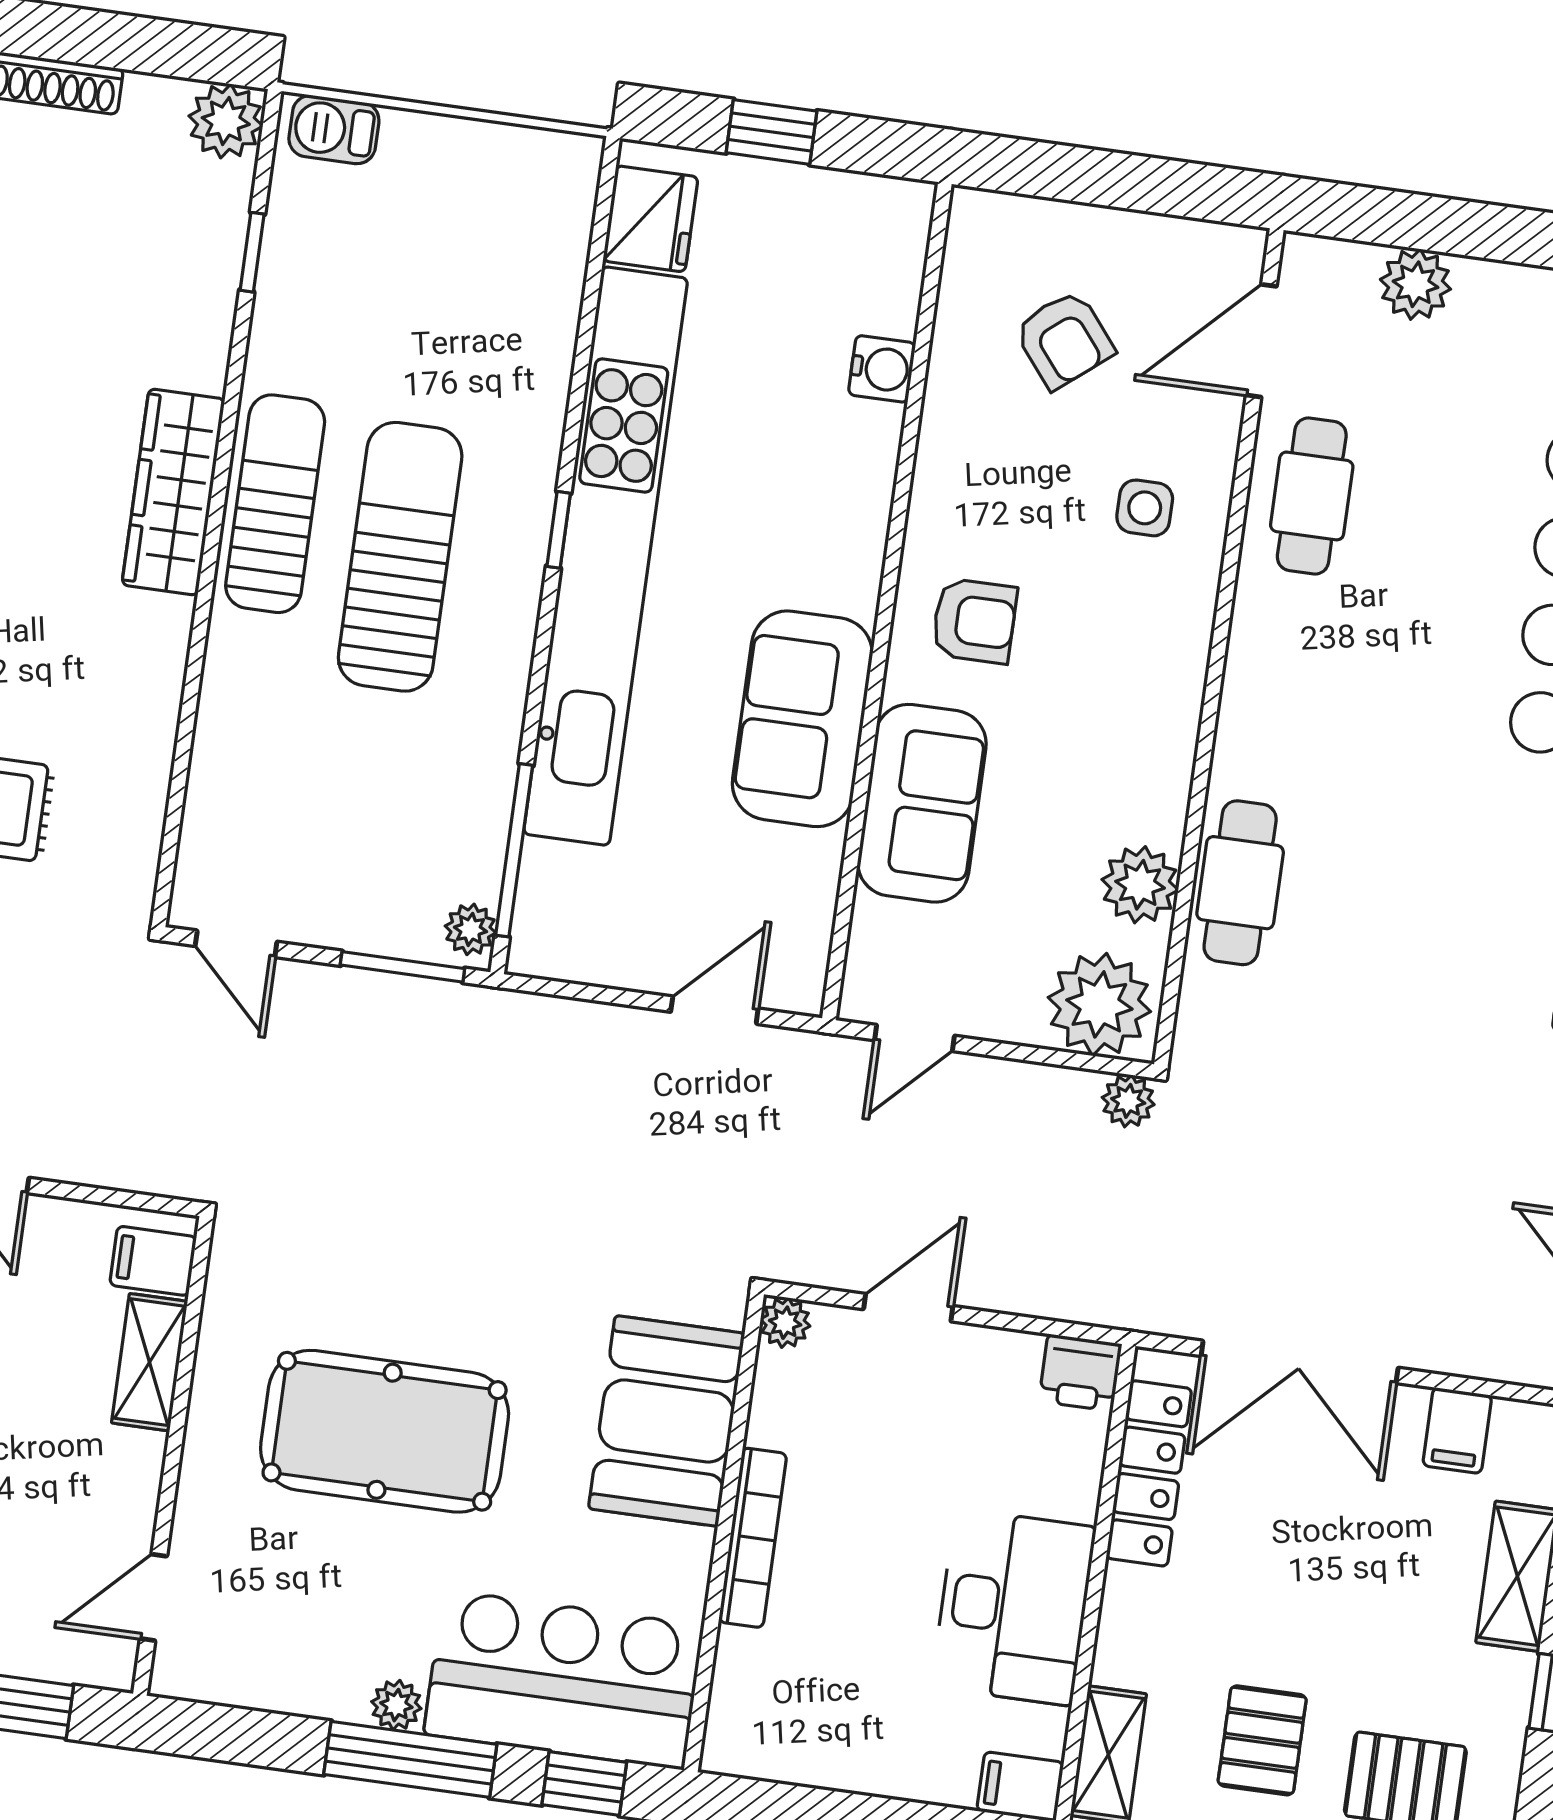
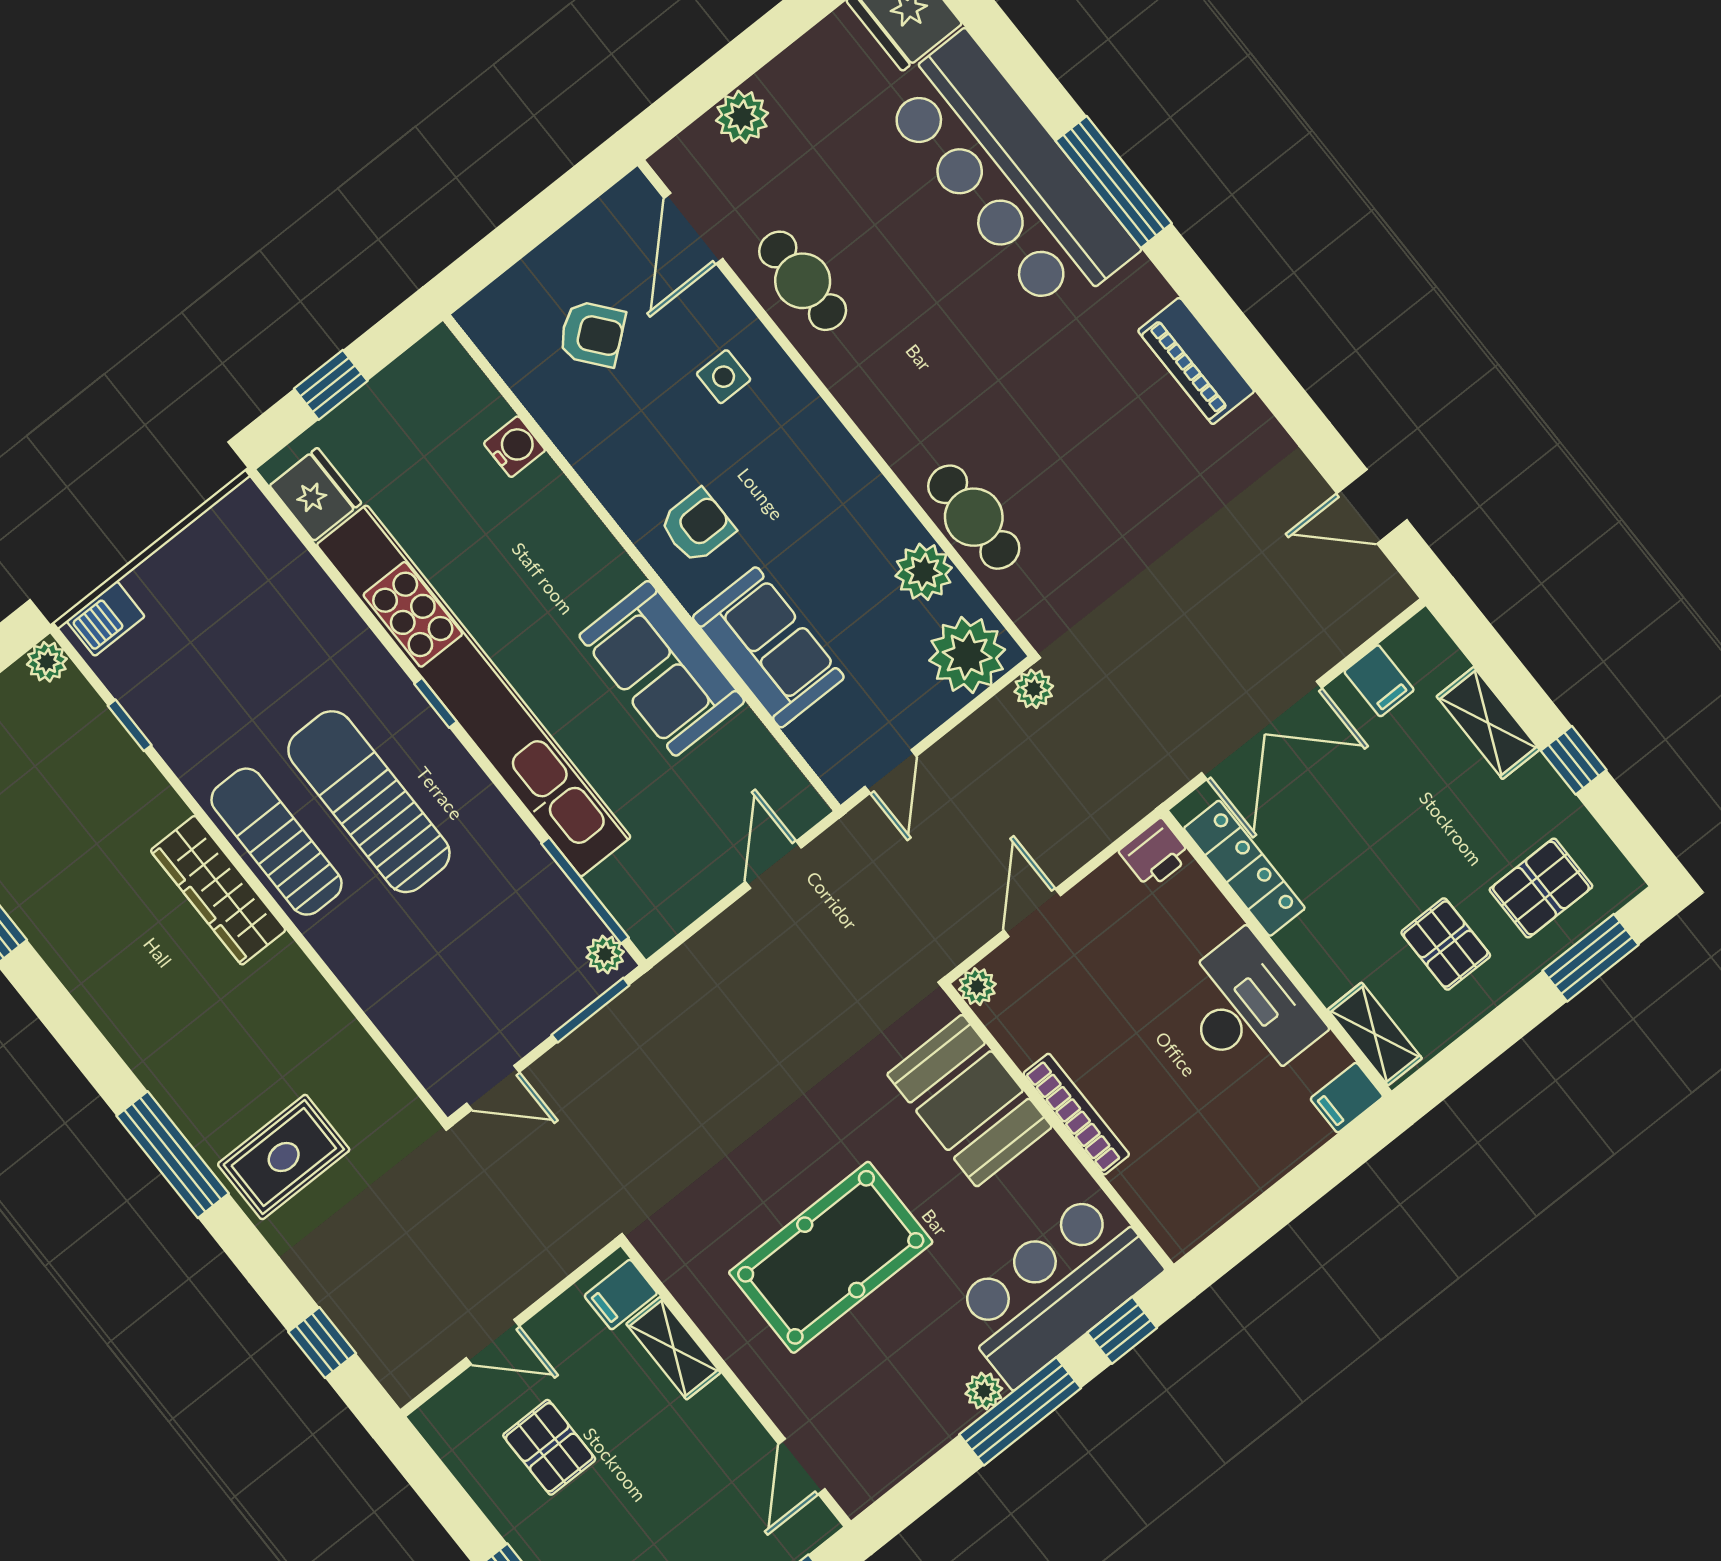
plant: (226, 121) -> (47, 662), width x0.73, depth x0.73

